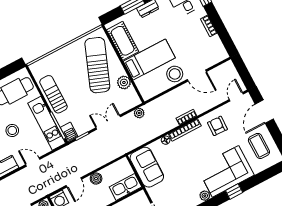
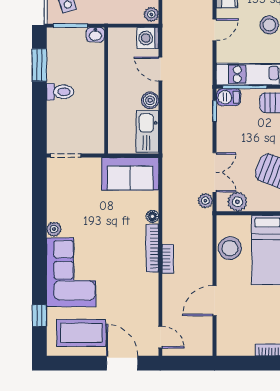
stool: (175, 74) -> (230, 248), moved
plant: (124, 82) -> (237, 202), moved
double door: (108, 122) -> (214, 172), moved
armchair: (217, 126) -> (135, 293), removed
coffee table: (259, 146) -> (81, 333), width x1.36, depth x1.32
kitchen sink: (125, 187) -> (147, 131), moved, turned 180
window: (234, 192) -> (39, 316), moved

